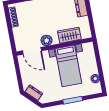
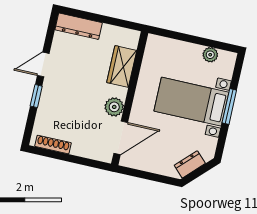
bed with nightstands: (68, 66) -> (191, 102), moved, turned 180

